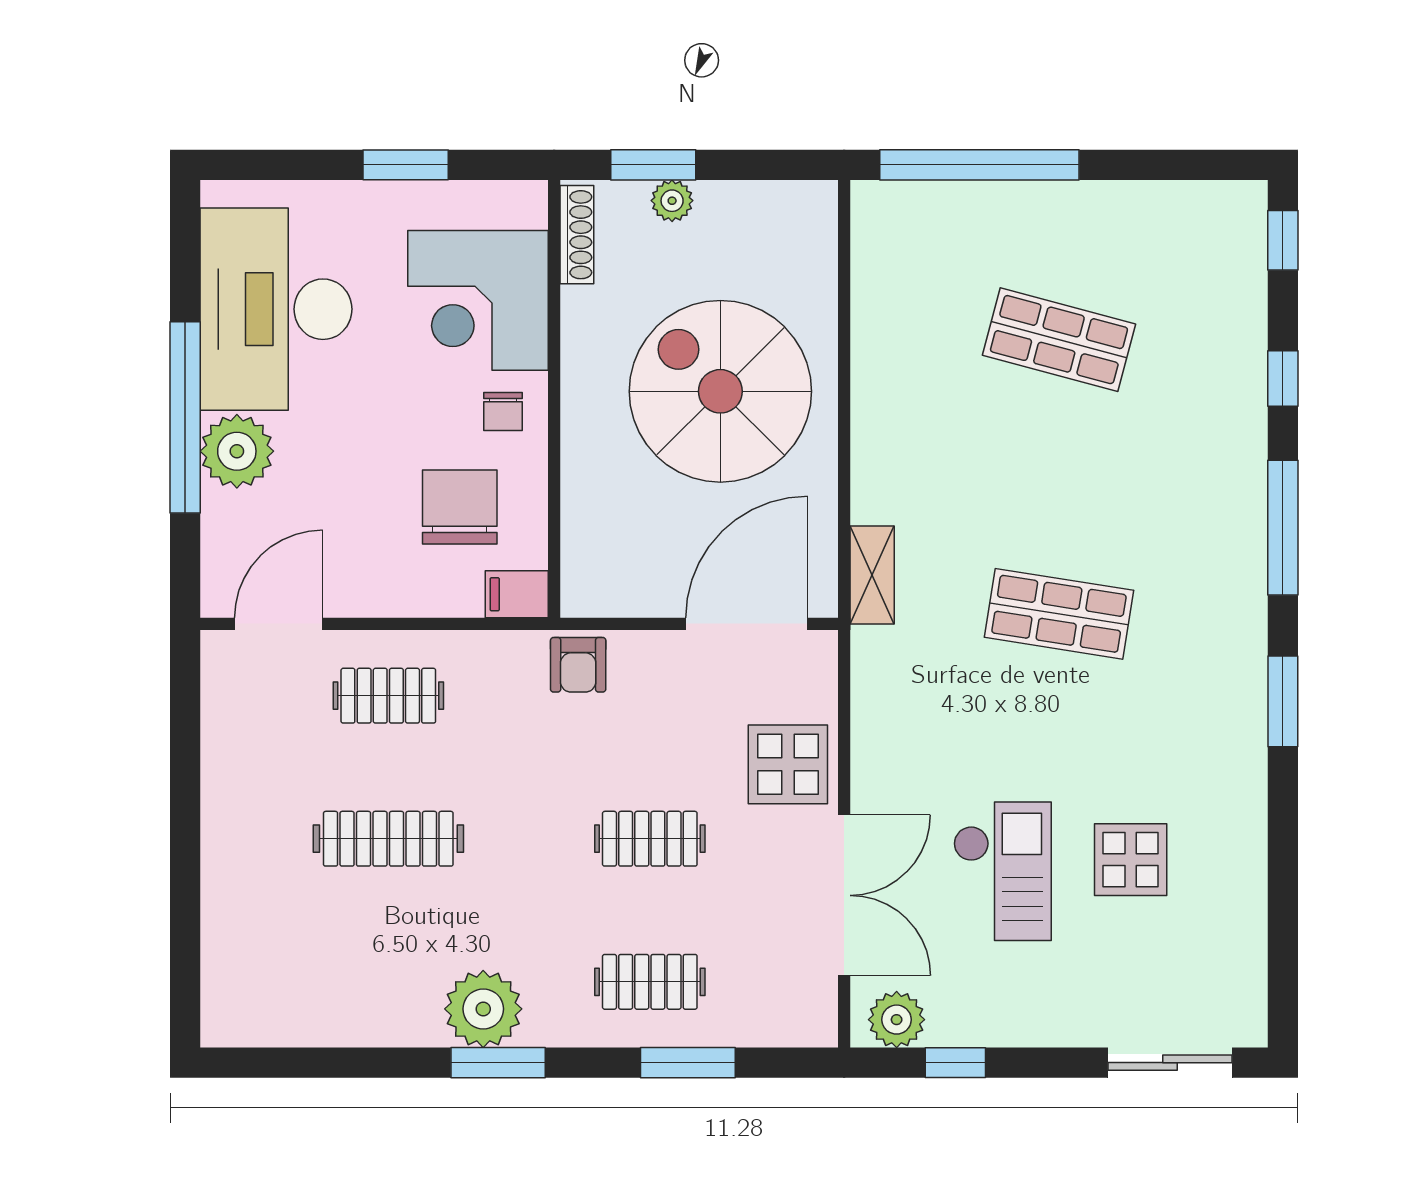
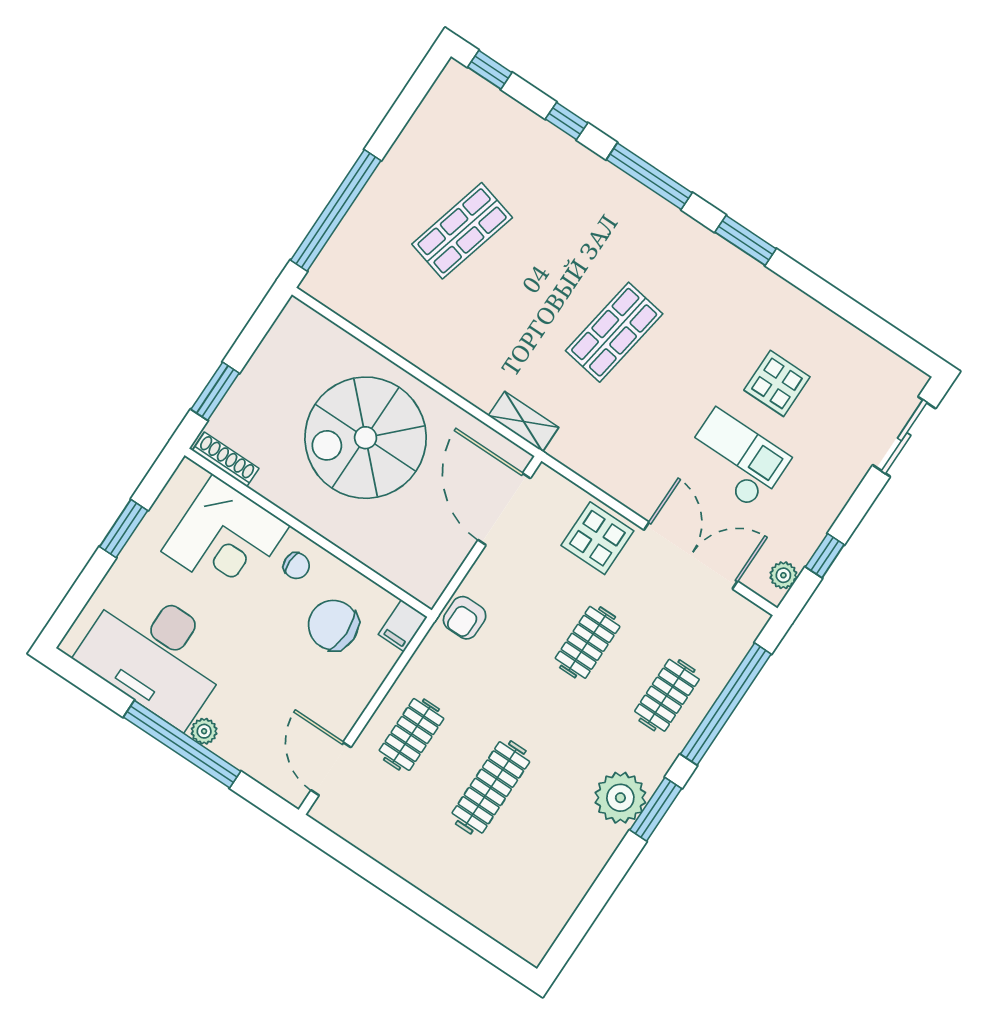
plant: (672, 201) -> (242, 394), removed
plant: (237, 451) -> (204, 731), width x0.53, depth x0.53
armchair: (578, 665) -> (465, 618), turned 90
plant: (897, 1020) -> (783, 575), width x0.73, depth x0.73
window: (688, 1063) -> (726, 704), width x2.11

